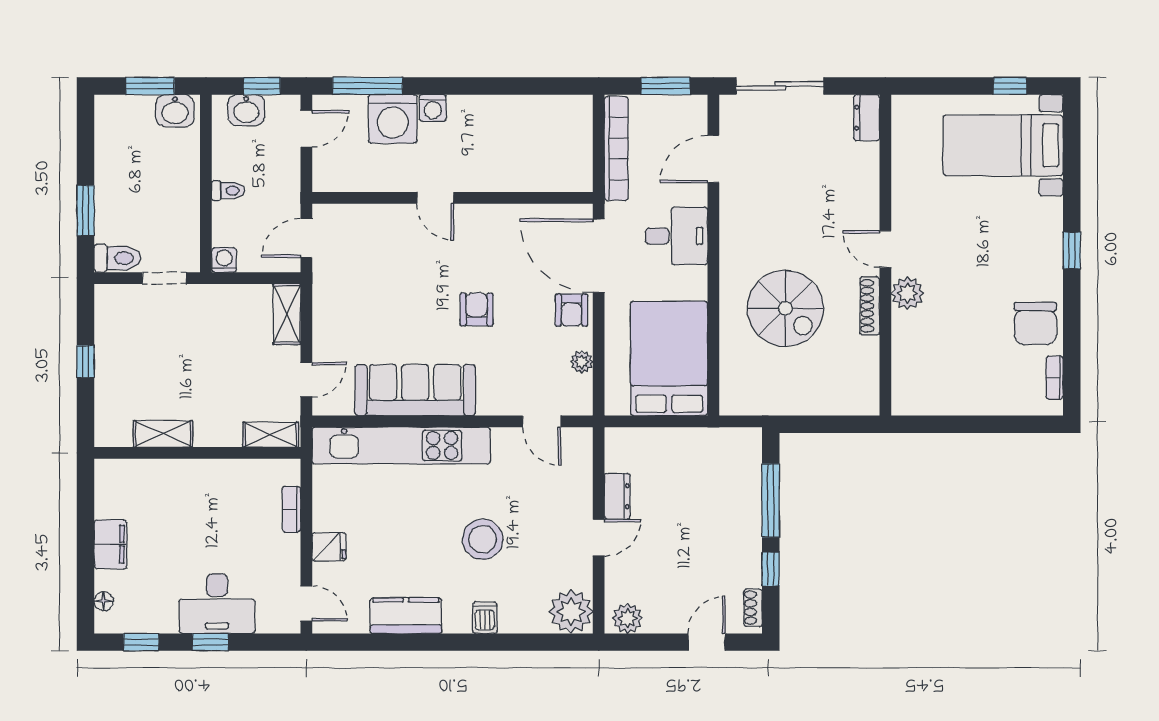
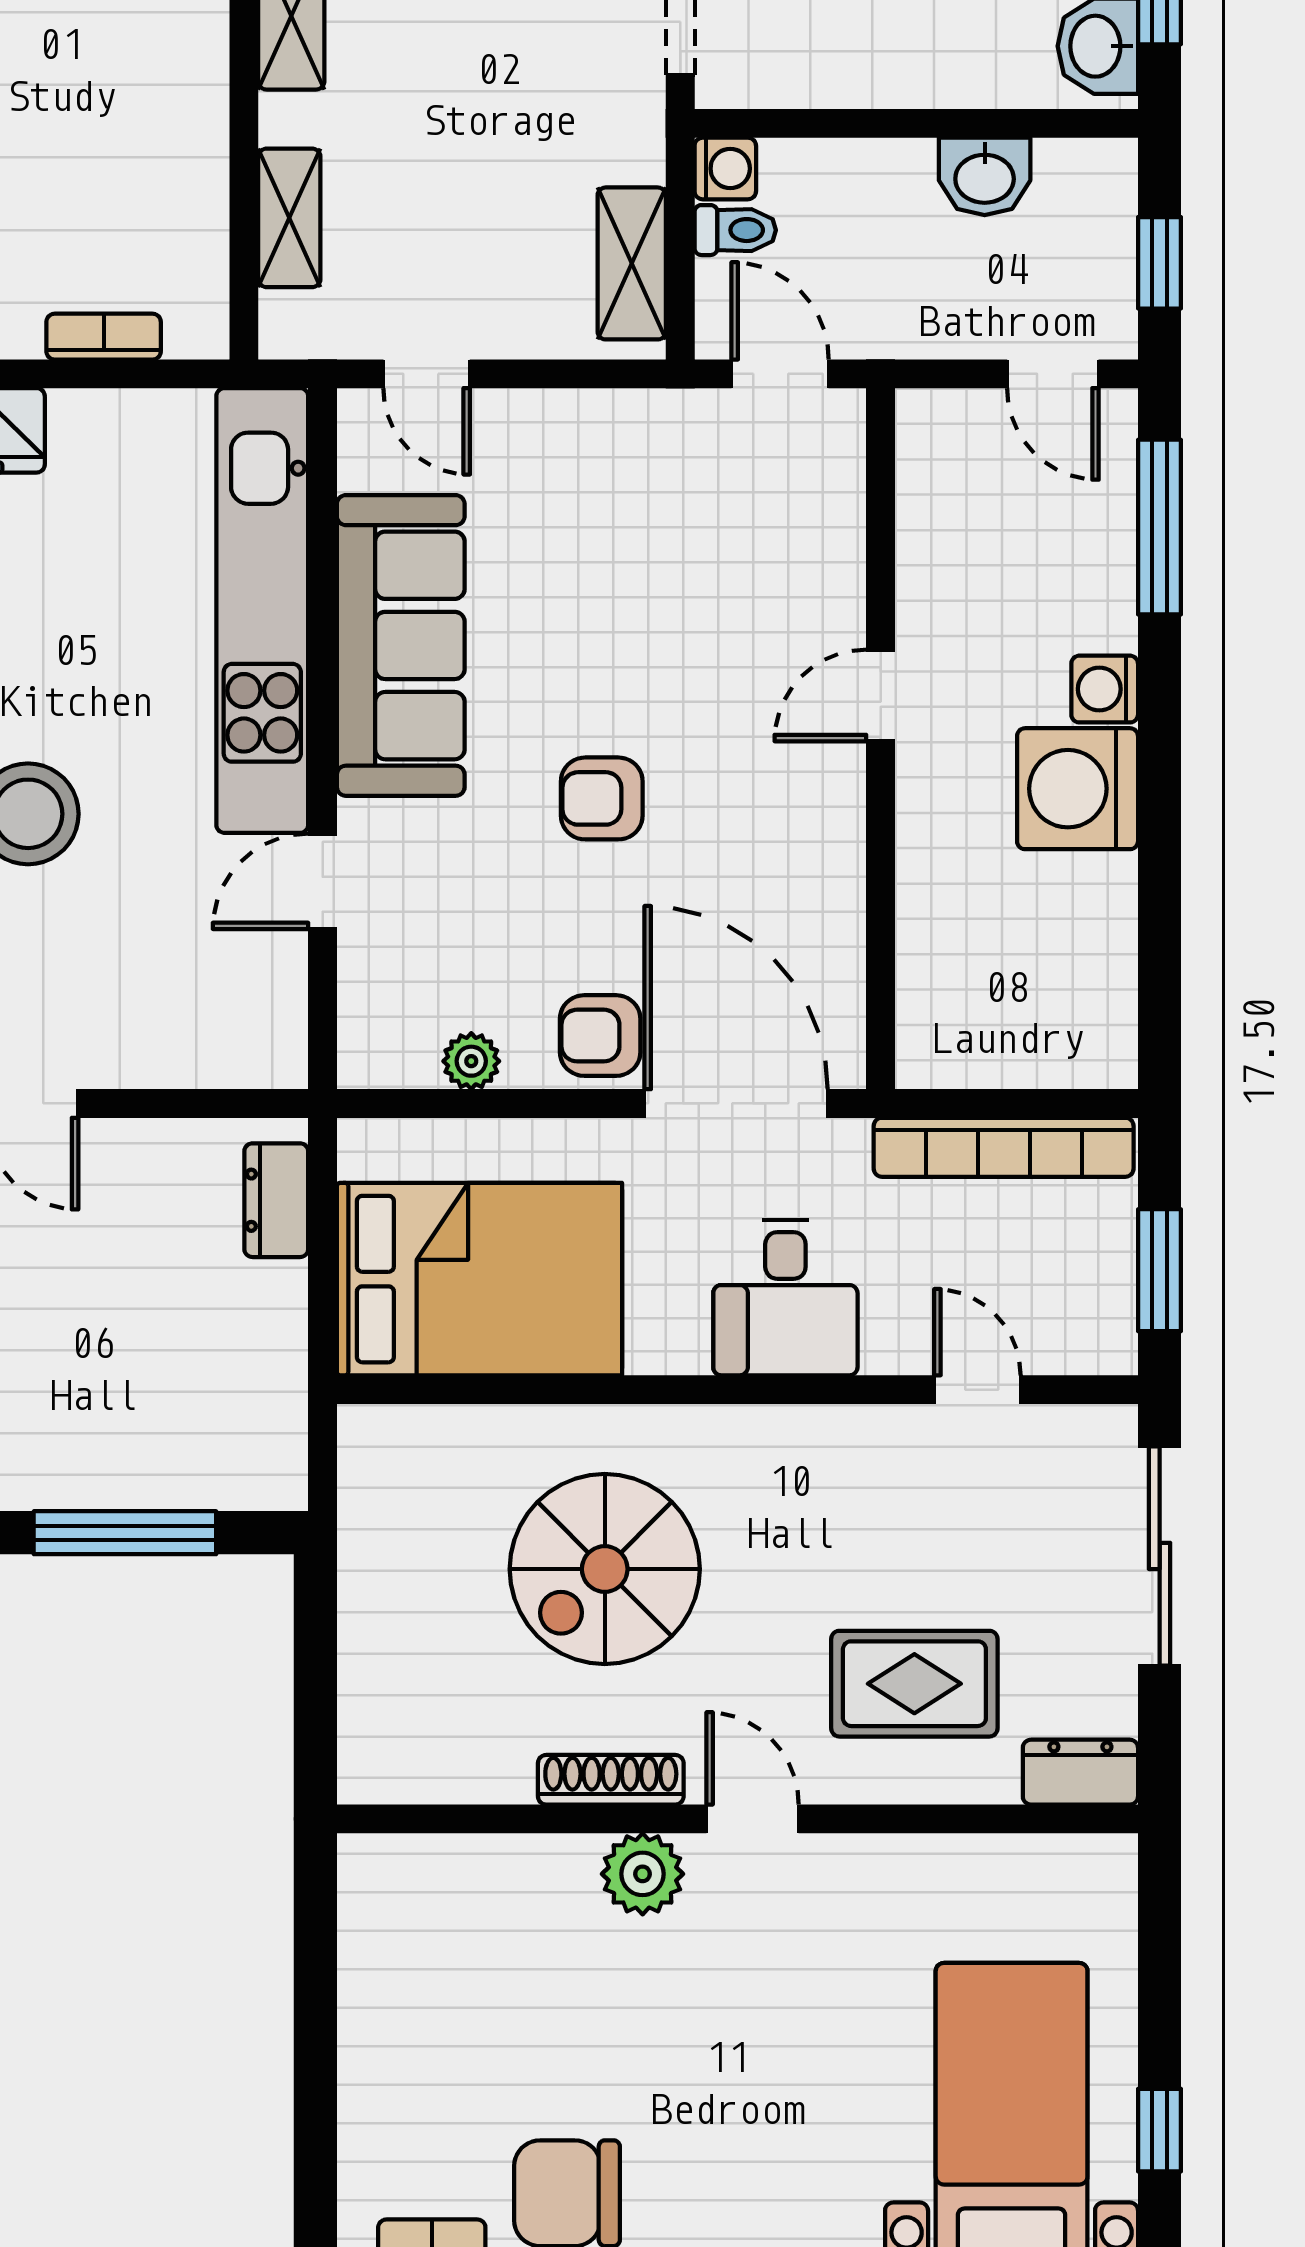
washbasin: (246, 110) -> (985, 176), moved, turned -90
washing machine: (393, 119) -> (1078, 789), moved
door: (713, 159) -> (977, 1390), width x0.73
rug: (831, 184) -> (914, 1684), added
toilet: (228, 191) -> (735, 230), moved, turned -90
door: (885, 249) -> (753, 1819), hinge flipped
door: (599, 256) -> (736, 1103), hinge flipped
armchair: (476, 309) -> (602, 798), turned 180
shelving: (287, 314) -> (632, 263), moved, turned 90
door: (542, 421) -> (323, 881), moved
shelving: (271, 435) -> (289, 218), moved
dresser: (617, 496) -> (276, 1200), moved, turned 90

